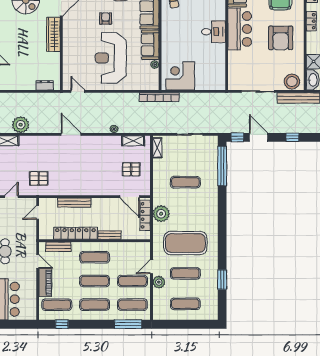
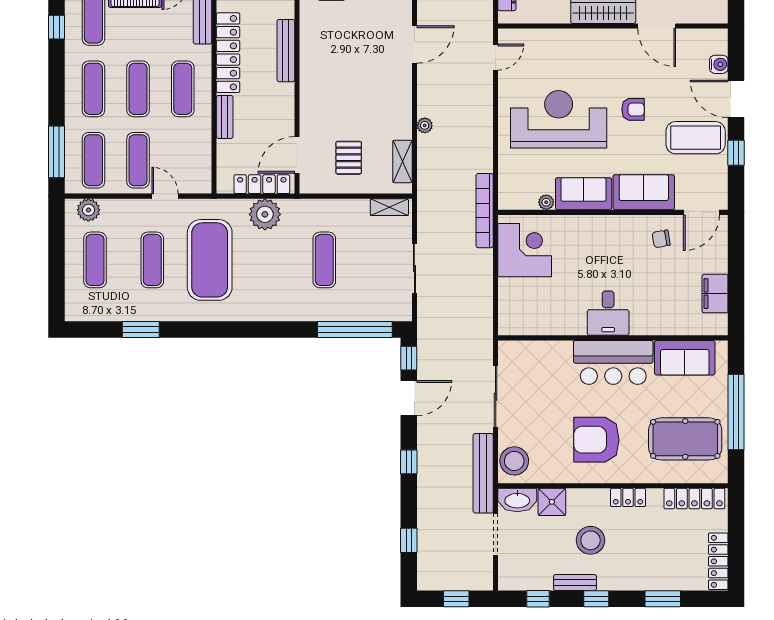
plant: (159, 282) -> (88, 210), moved

